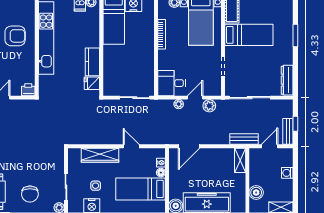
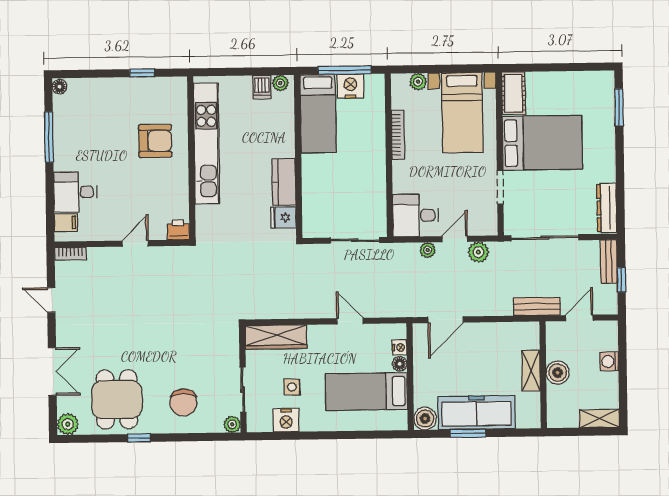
bed: (249, 35) -> (542, 143), width x1.50
window: (295, 35) -> (619, 107), moved
bench: (288, 131) -> (609, 262), moved
wardrobe: (100, 155) -> (276, 337), moved
shelving: (240, 160) -> (531, 371), moved
boiler: (256, 193) -> (558, 373), moved

